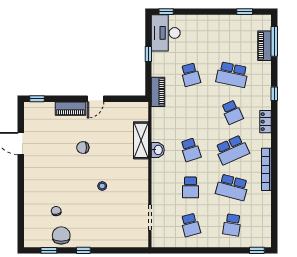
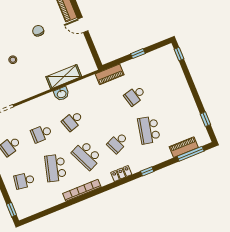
desk: (166, 33) -> (161, 61), removed

